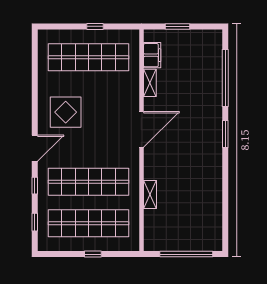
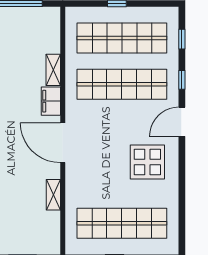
filing cabinet: (152, 55) -> (51, 101), moved
door: (141, 129) -> (63, 143), hinge flipped

